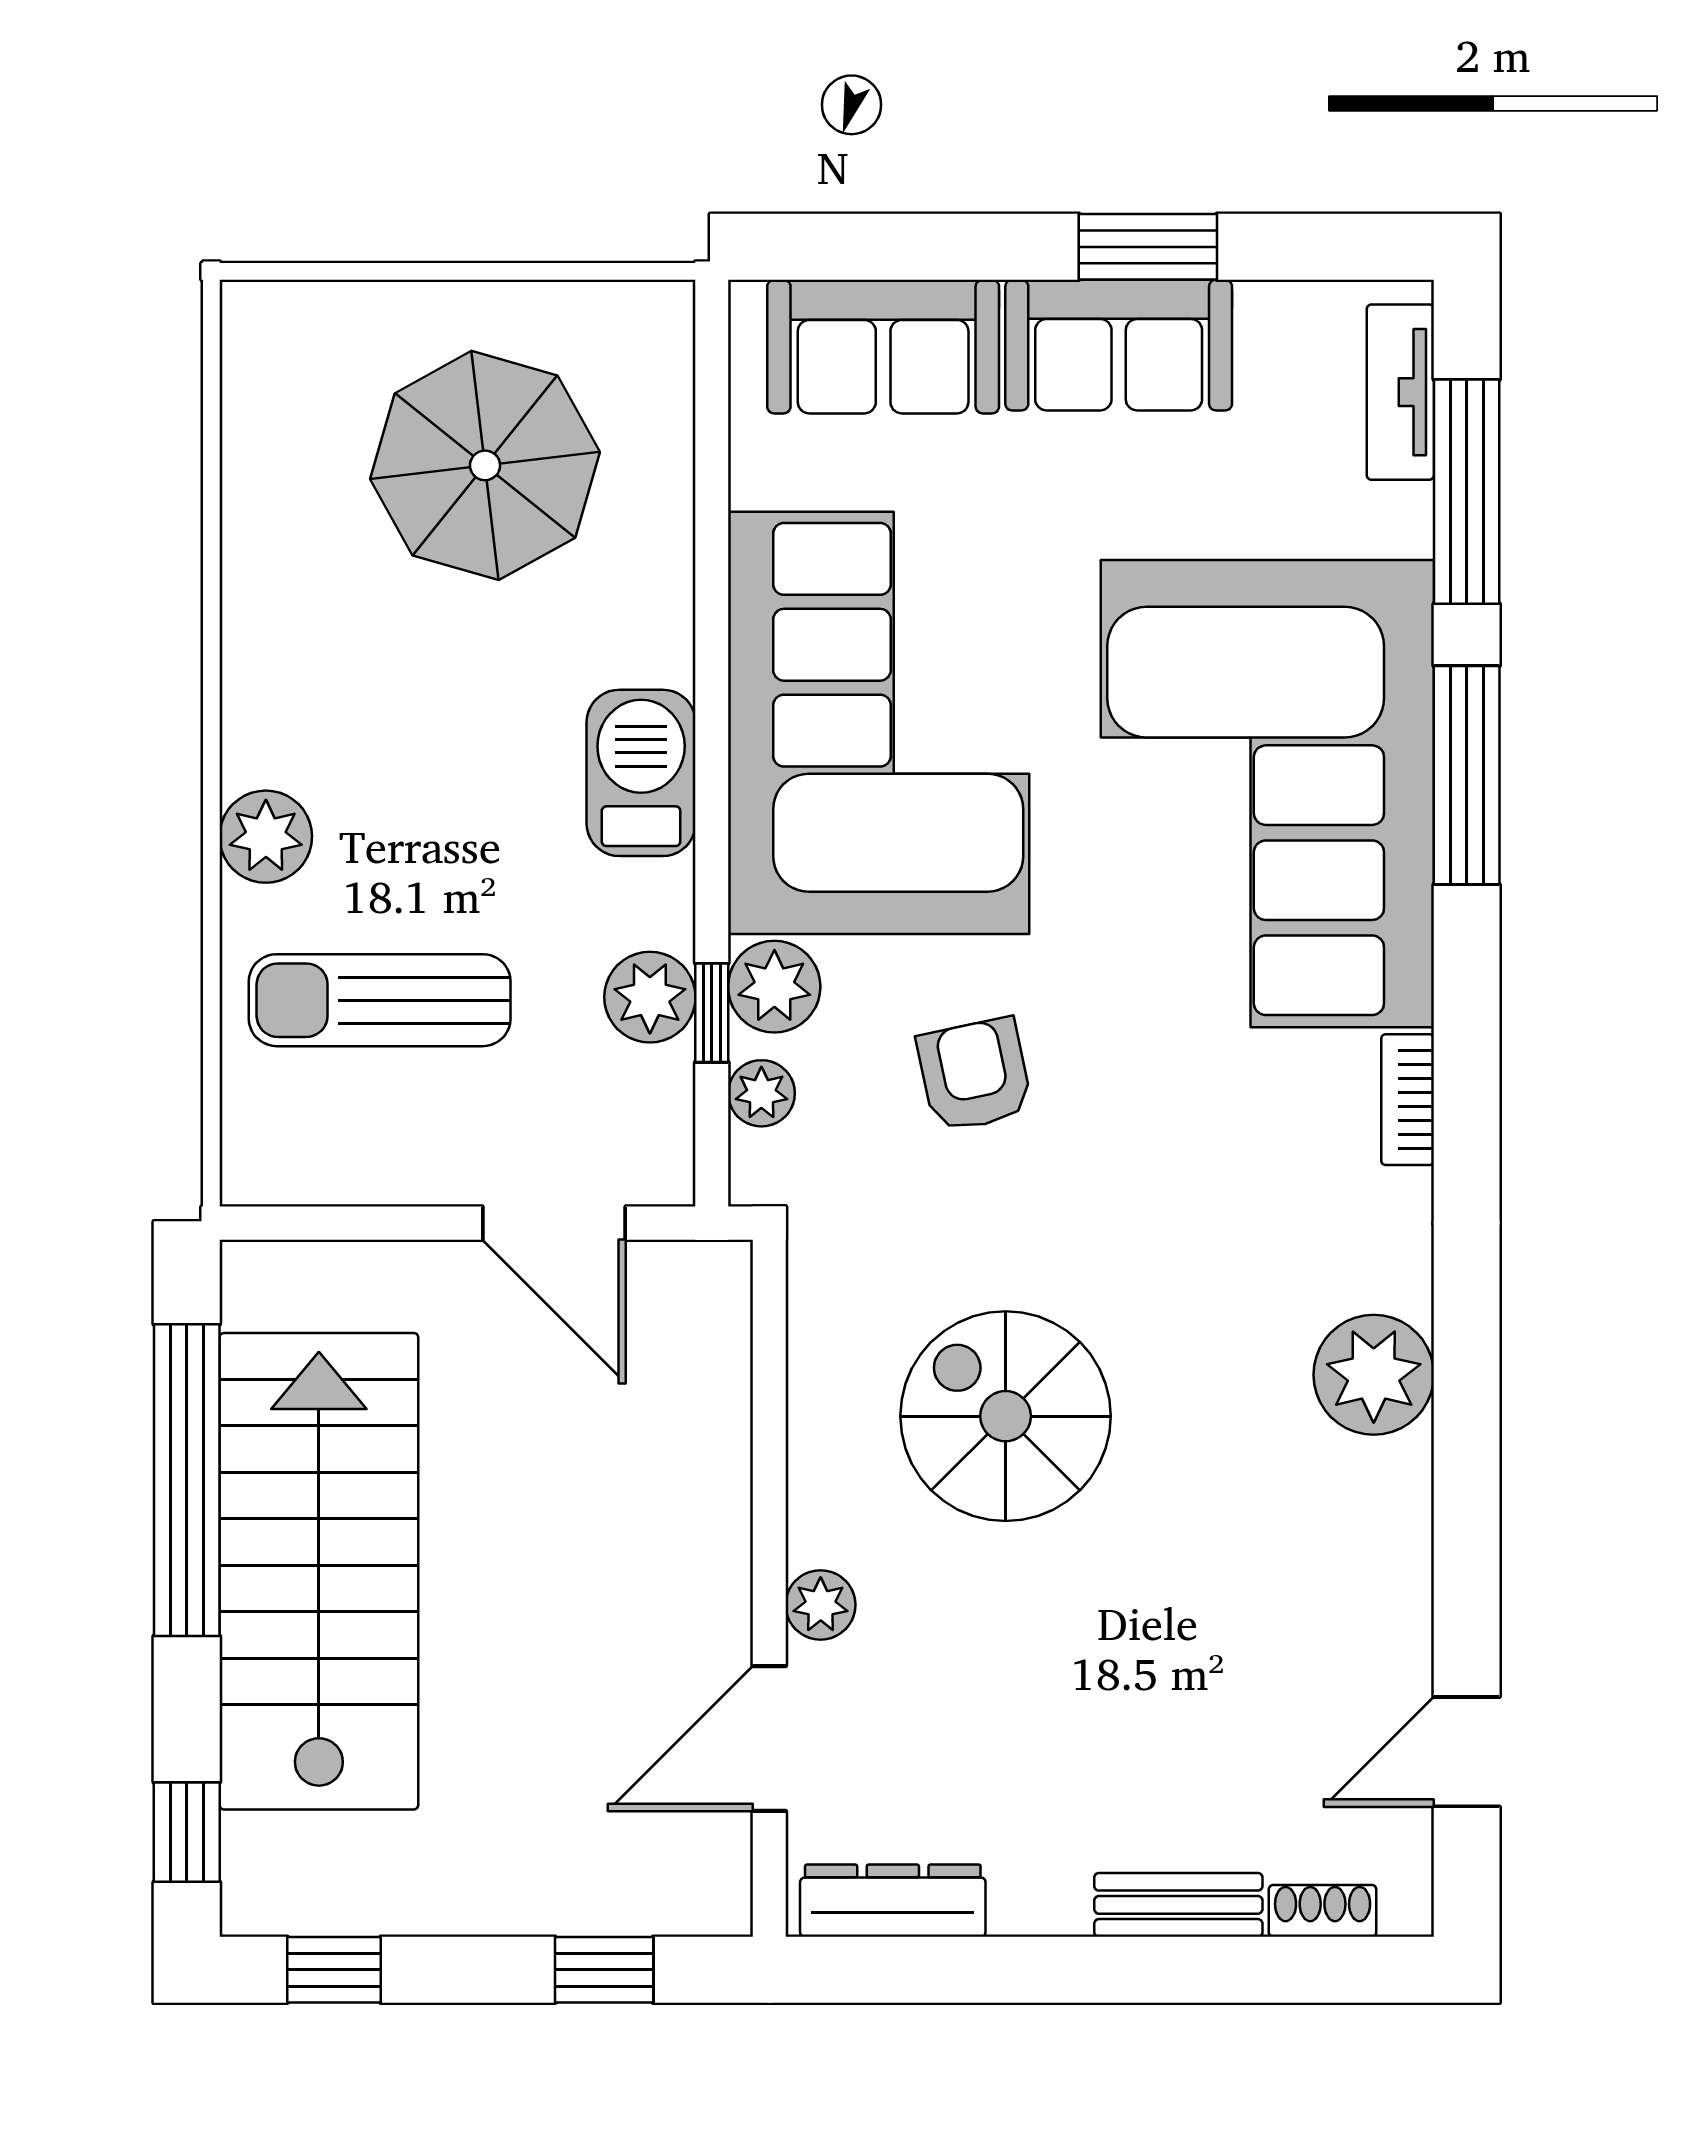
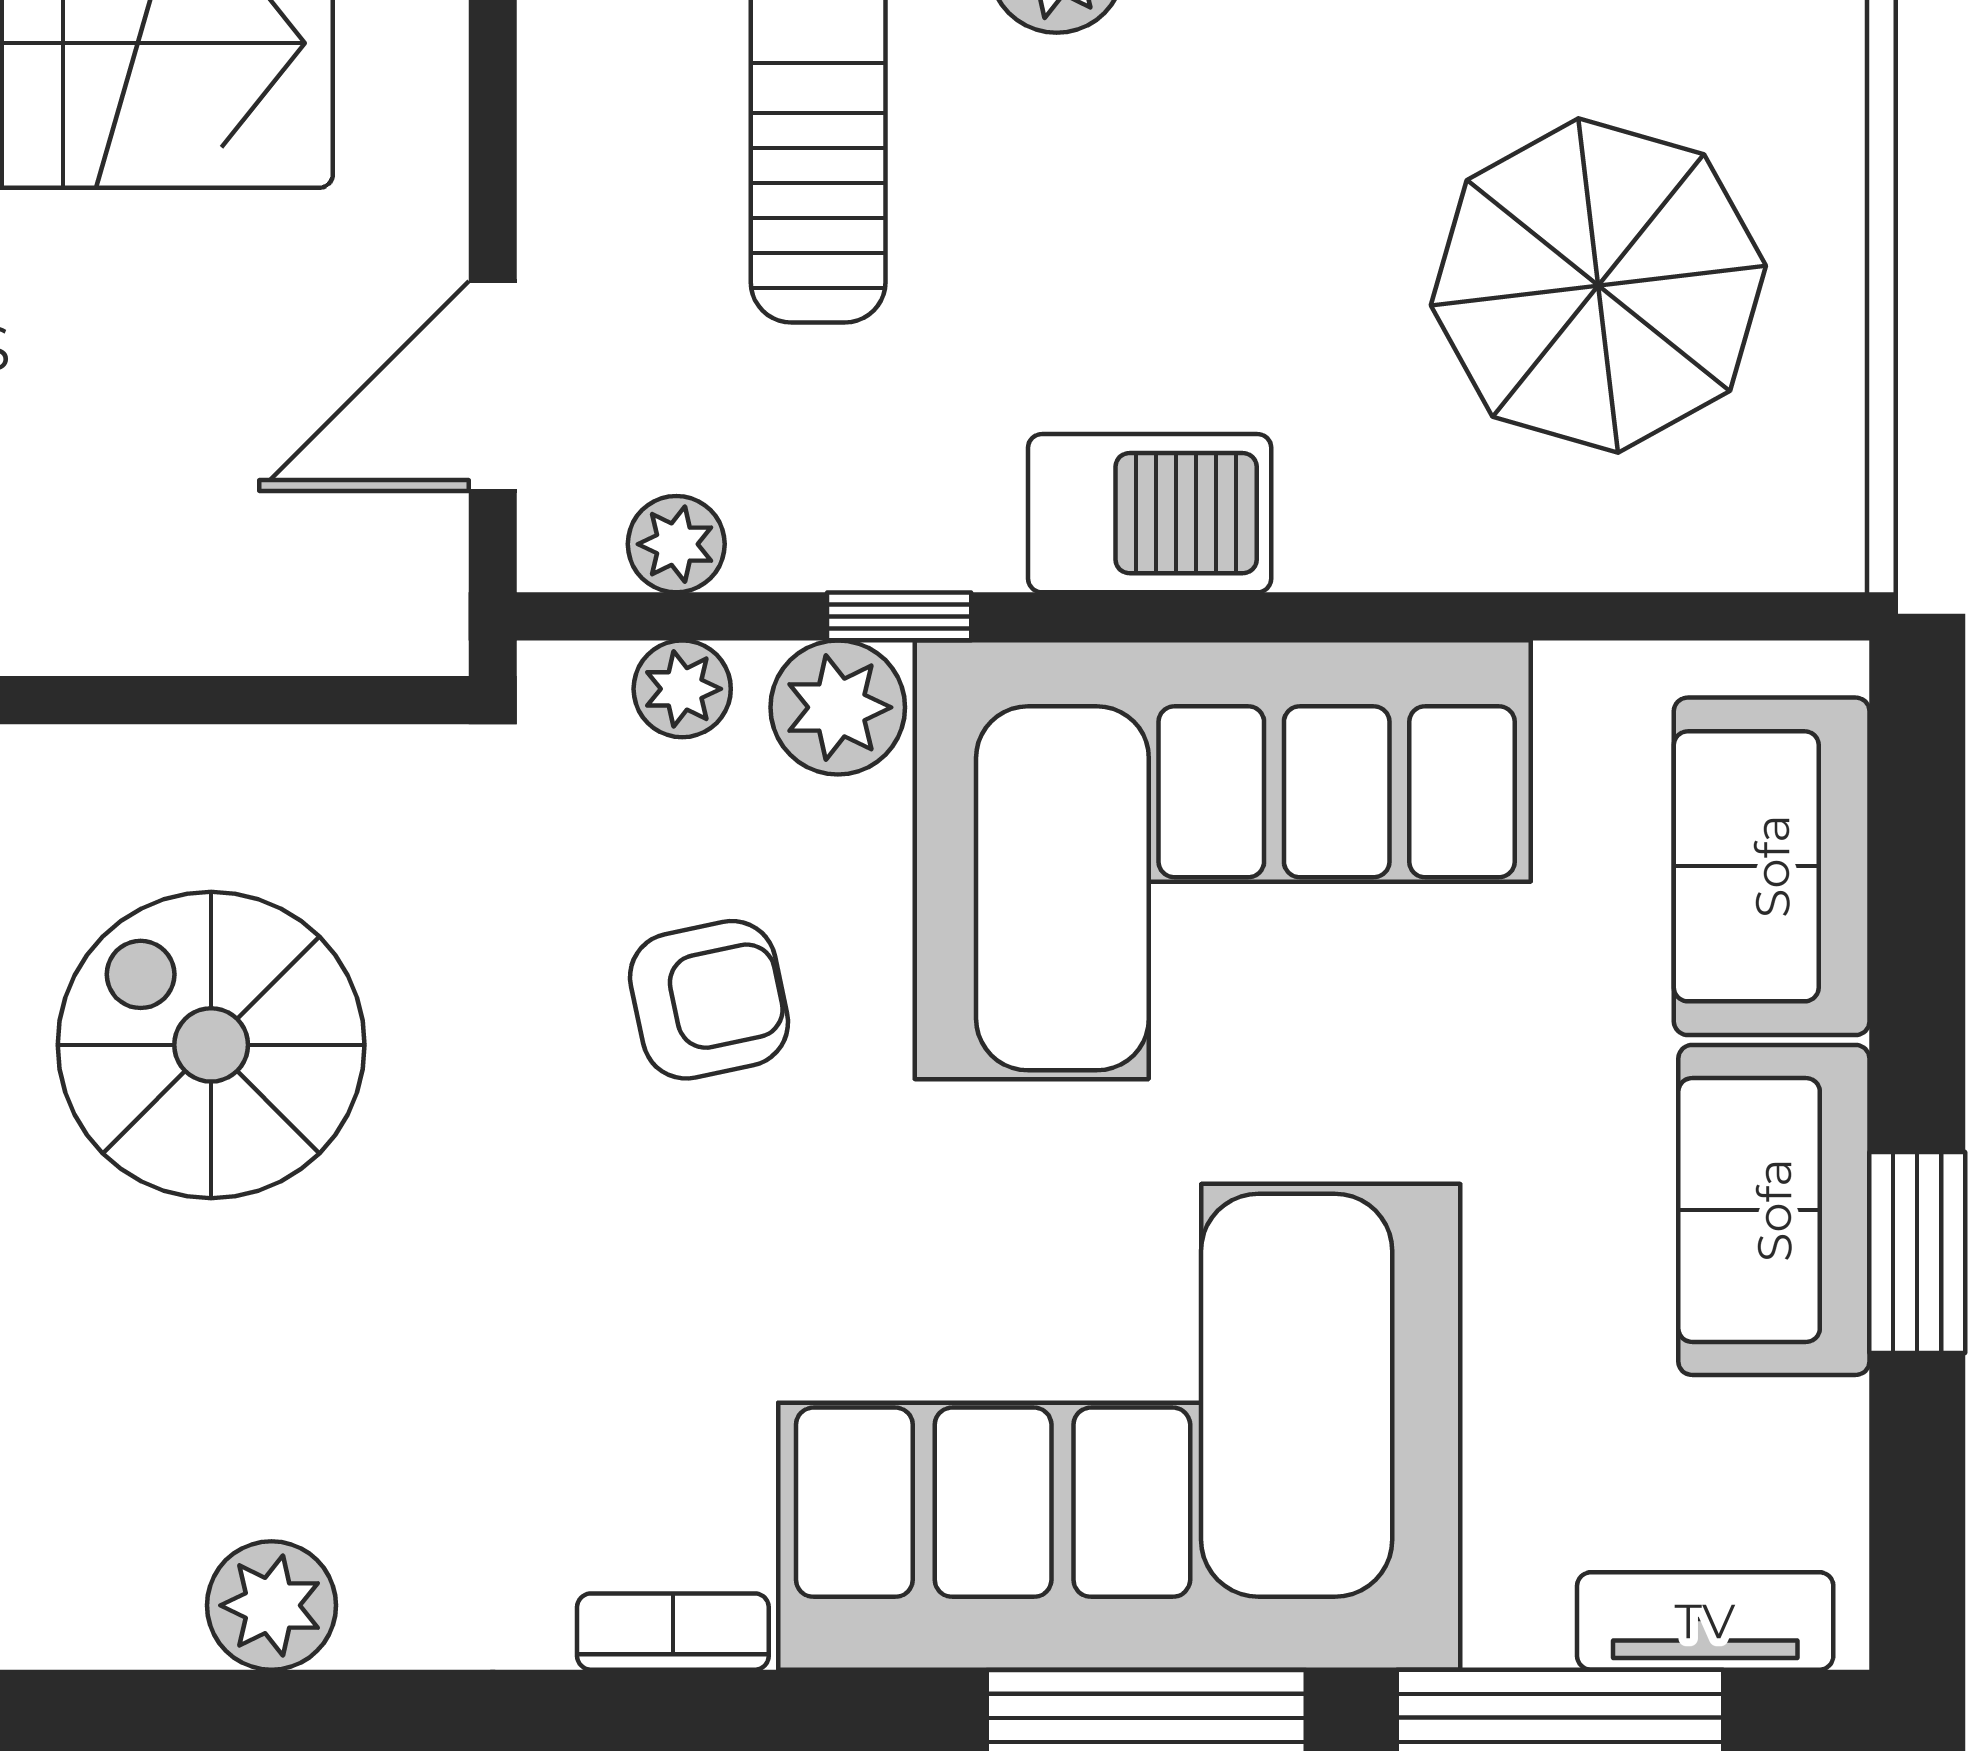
plant: (650, 997) -> (676, 544), moved, width x0.73, depth x0.73
window: (712, 1013) -> (899, 616), moved
plant: (1374, 1375) -> (271, 1605), width x0.73, depth x0.73
spiral stairs: (1006, 1416) -> (211, 1045), turned -90

